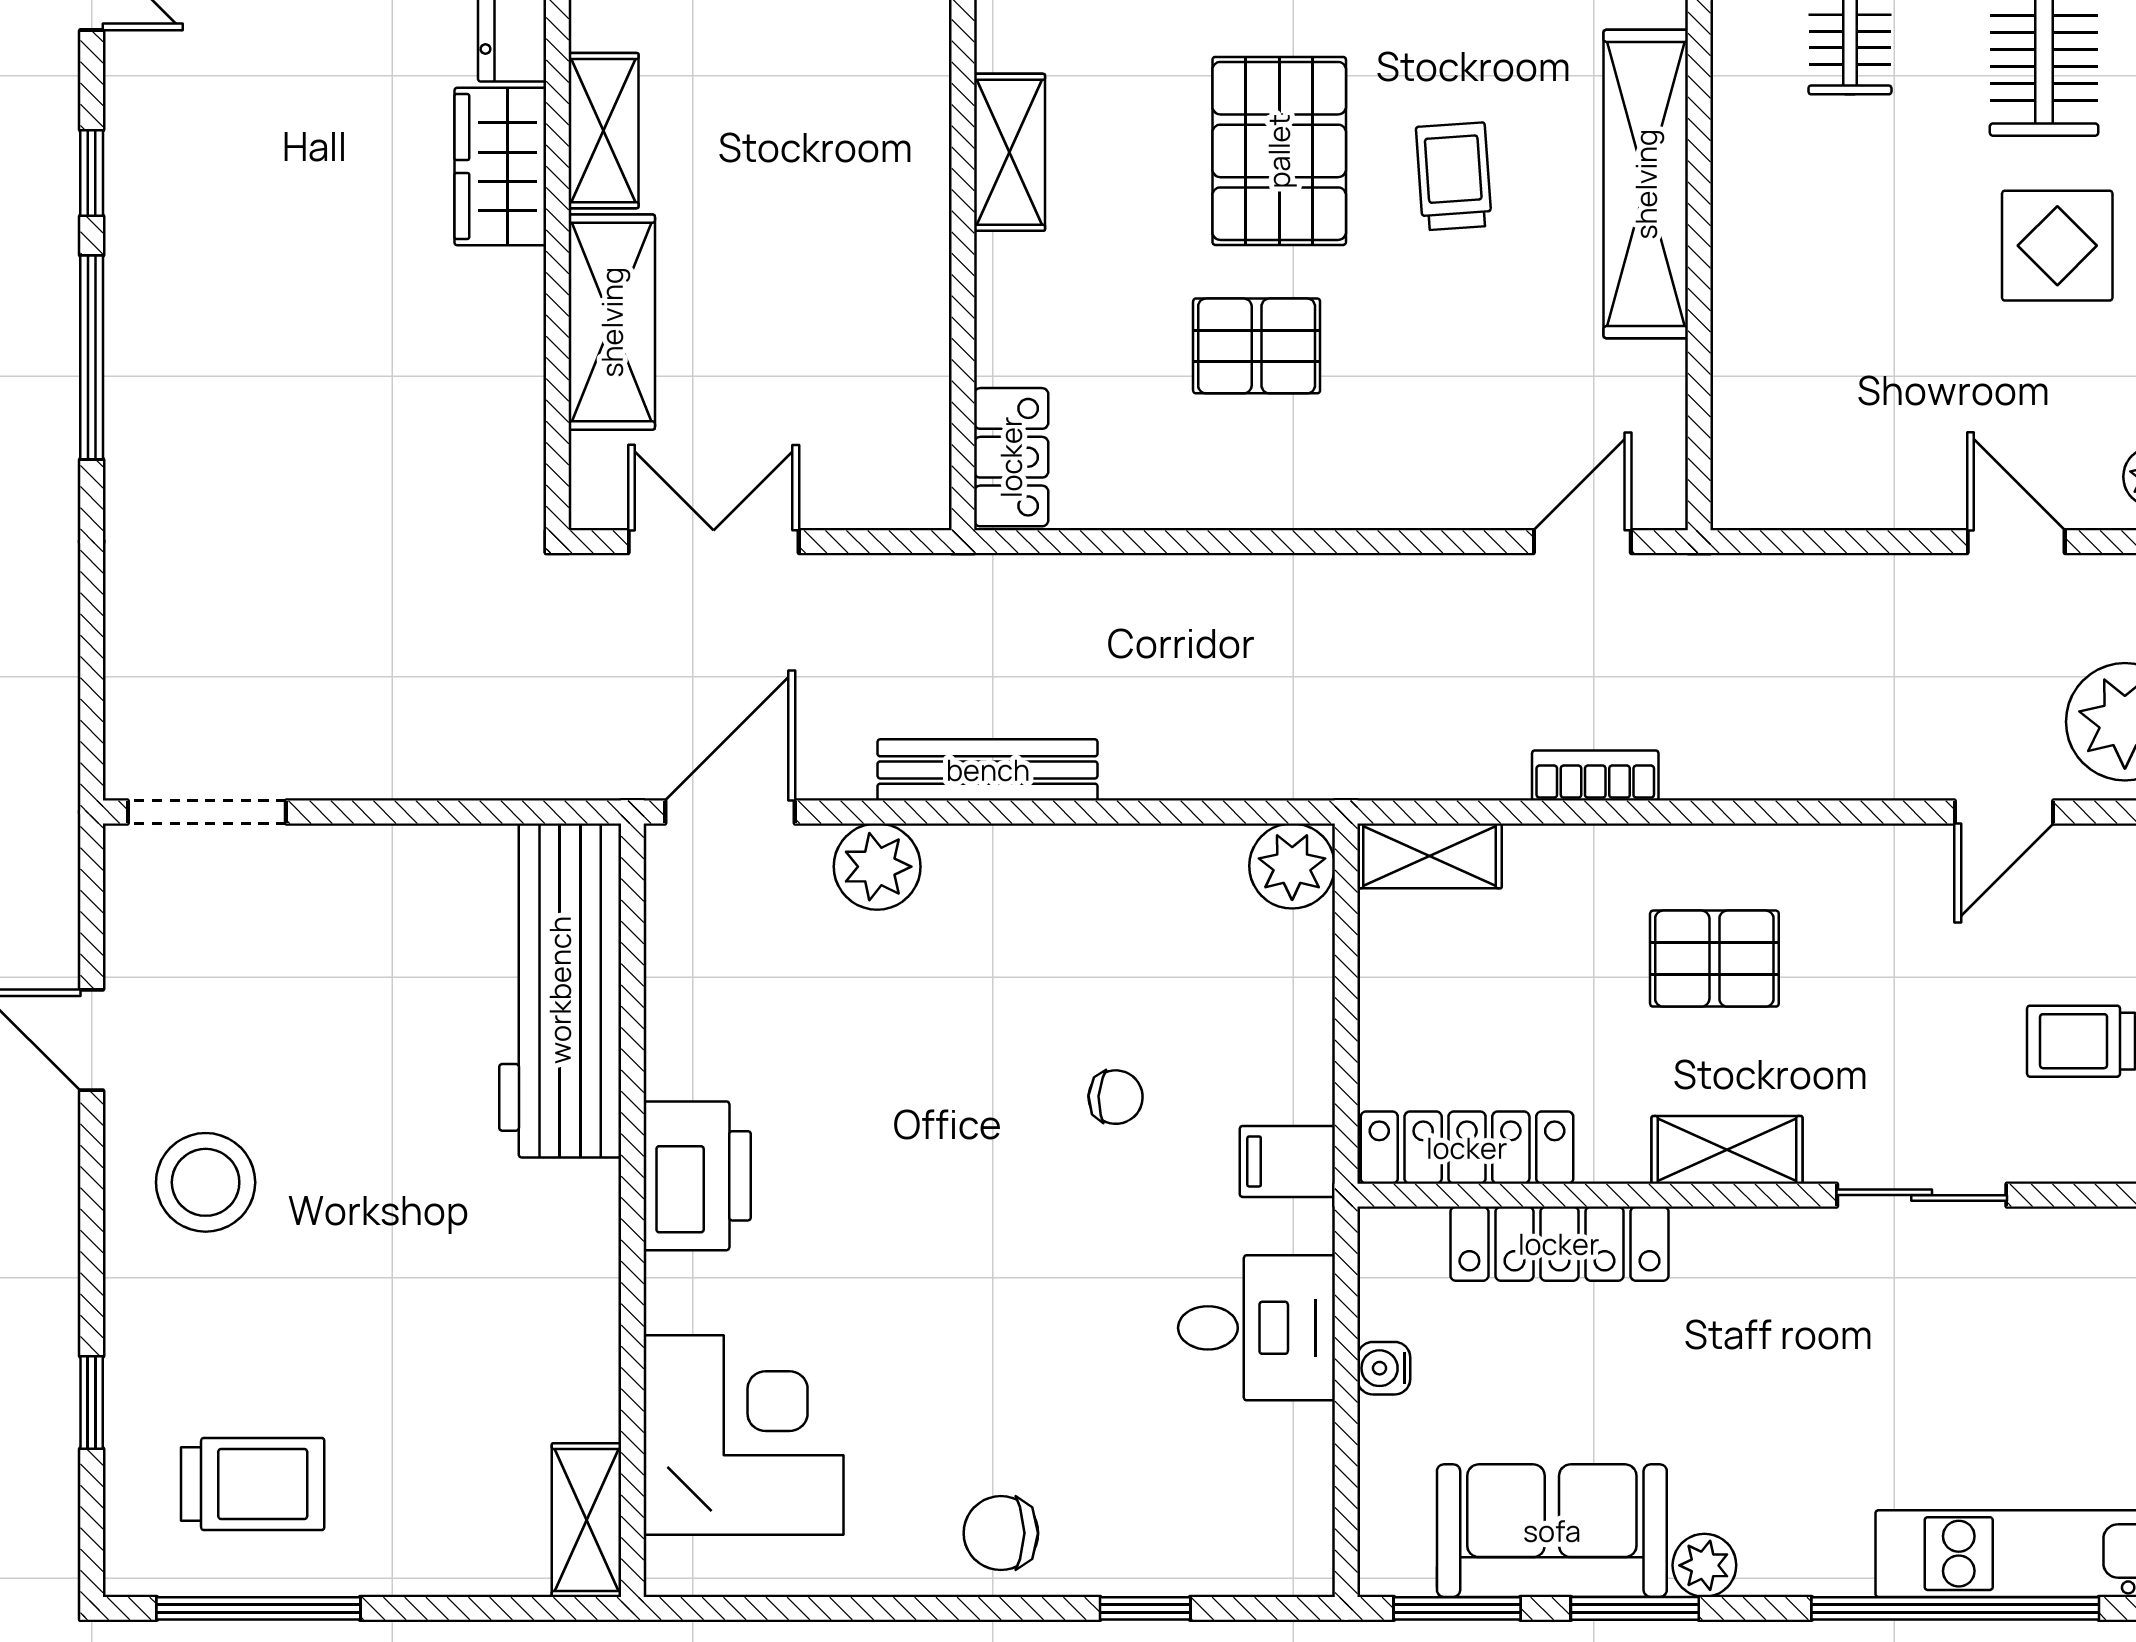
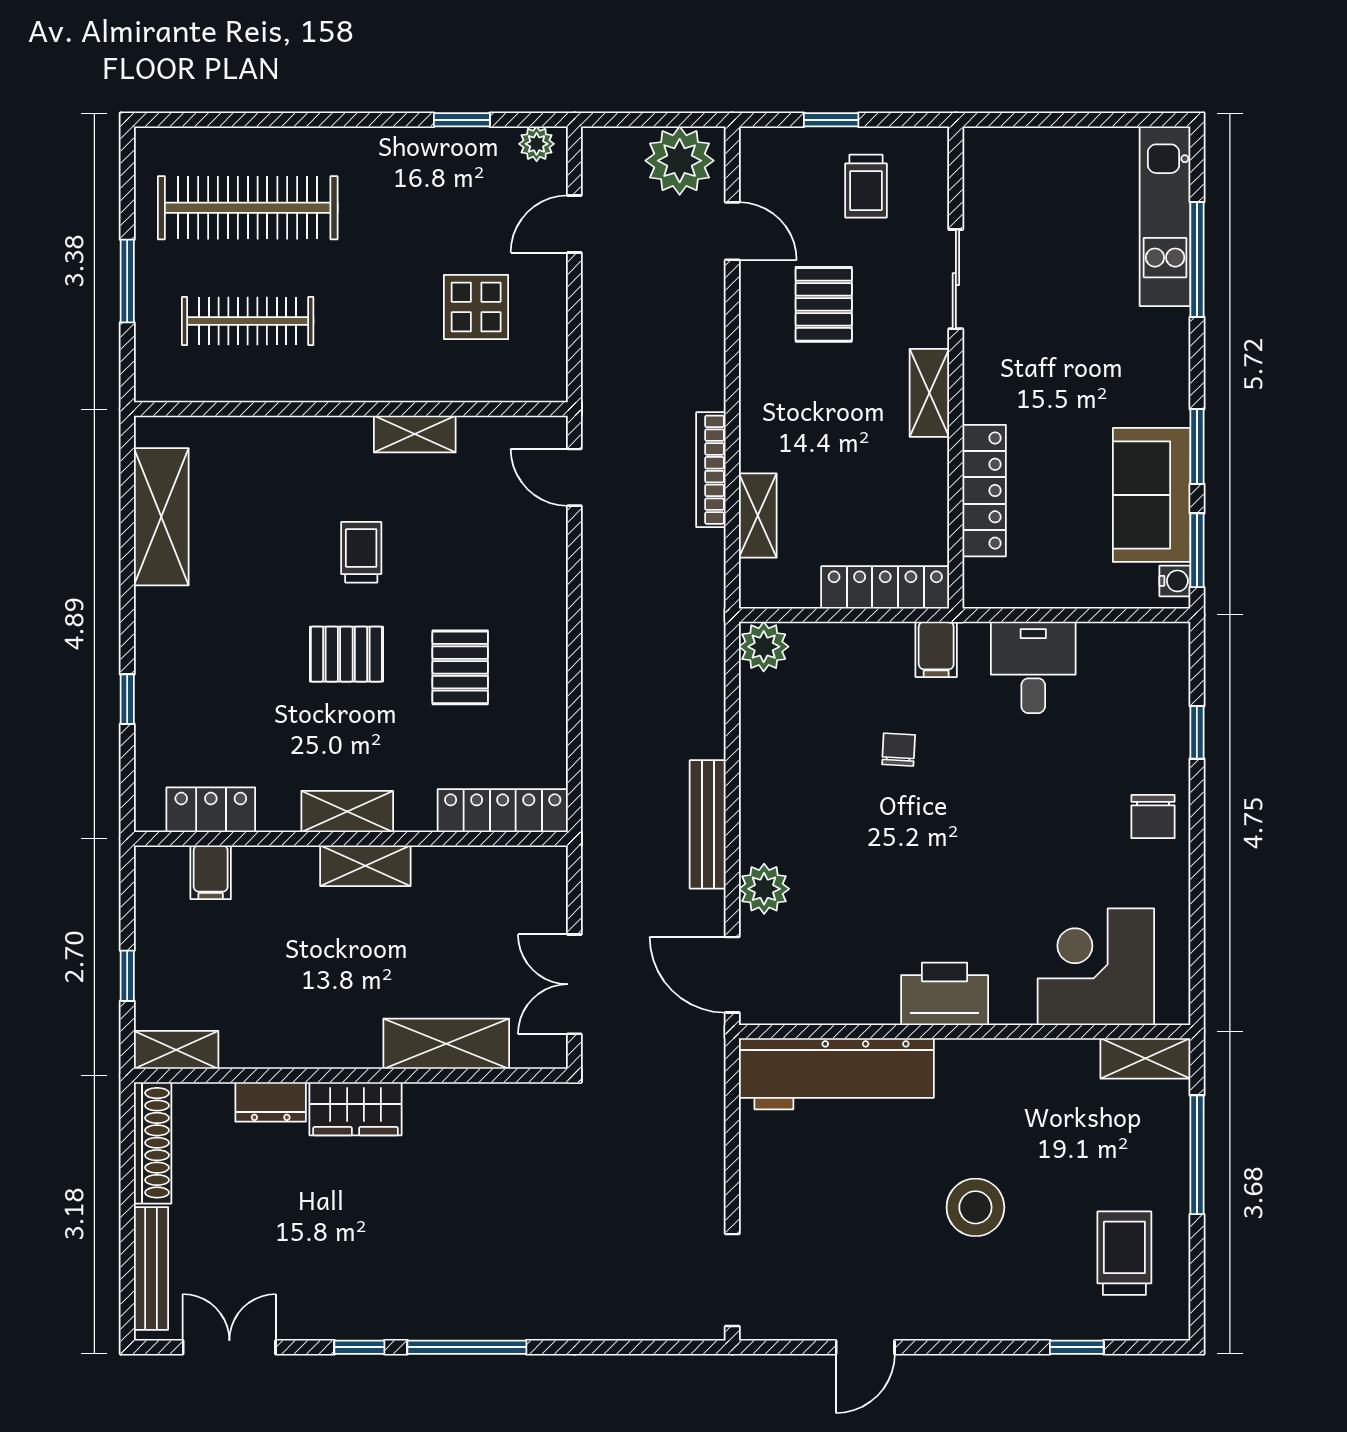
shelving: (604, 131) -> (365, 866), moved
pallet: (1279, 151) -> (346, 654), width x0.67, depth x0.71
trolley: (1454, 176) -> (361, 552), turned 94
shelving: (1646, 184) -> (415, 434), width x0.45, depth x0.75
display table: (2057, 246) -> (476, 307), moved
locker: (1011, 457) -> (503, 811), width x1.53
bookcase: (1595, 776) -> (711, 470), width x1.56
shelving: (1430, 856) -> (758, 516), moved
pallet: (1714, 959) -> (824, 304), moved
locker: (1467, 1148) -> (885, 587), moved, turned 90
stool: (206, 1182) -> (975, 1207), moved
water cooler: (1384, 1368) -> (1175, 581), moved, turned -90
plant: (1704, 1565) -> (1172, 406), removed
window: (258, 1608) -> (1197, 1155), moved
window: (1955, 1608) -> (1197, 260), width x0.68

